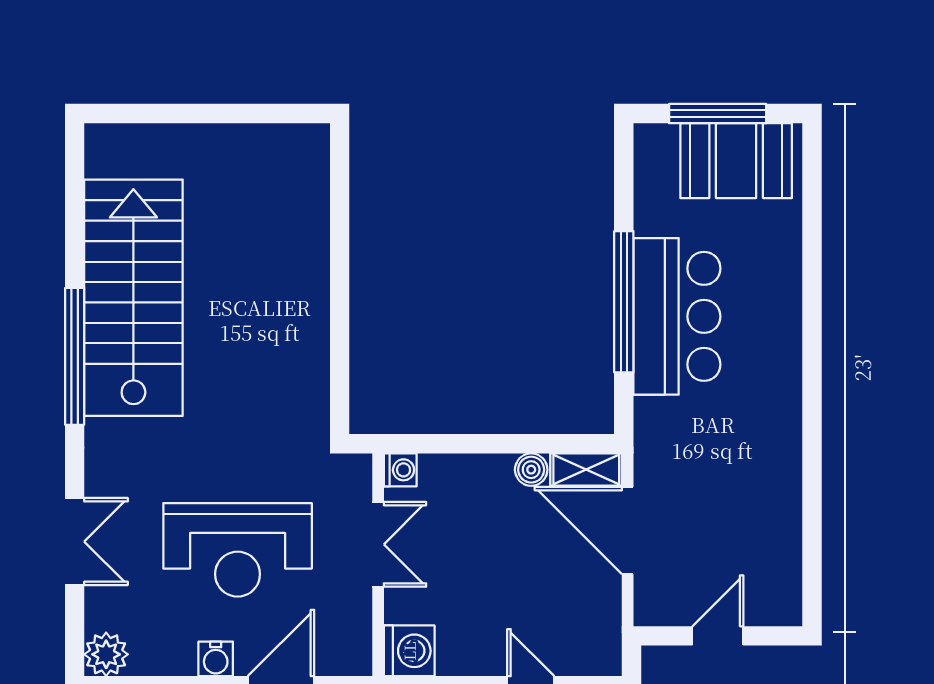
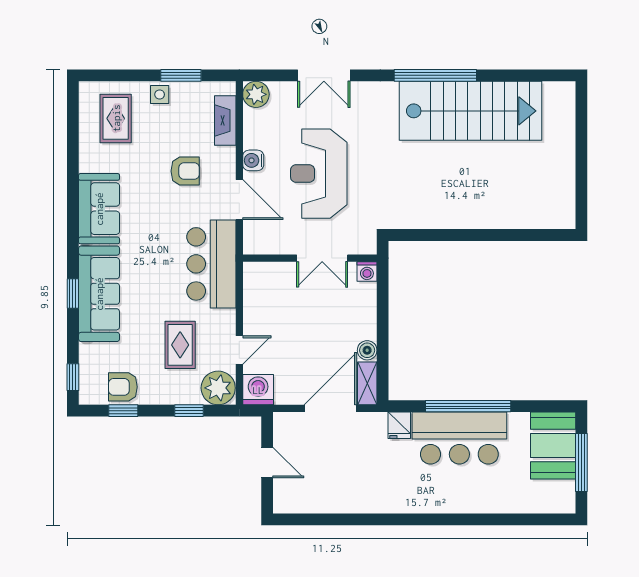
booth: (736, 161) -> (553, 445), moved
fridge: (656, 416) -> (399, 425), added
washing machine: (409, 651) -> (258, 390), moved, turned 180

